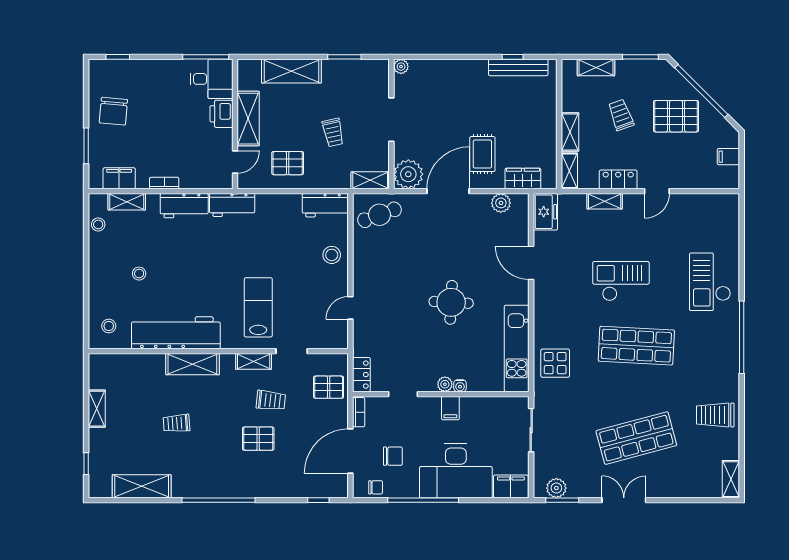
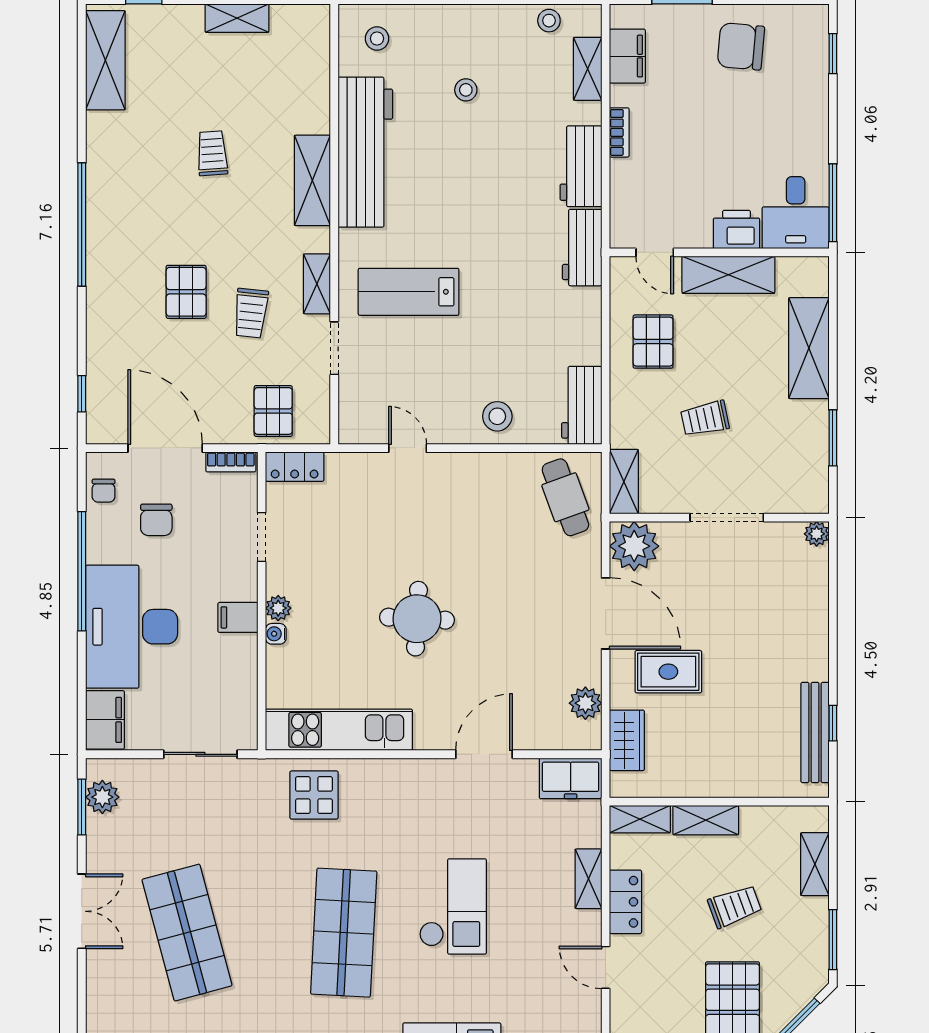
lab bench: (258, 307) -> (409, 292), turned 180
shelving: (142, 486) -> (105, 60), moved

